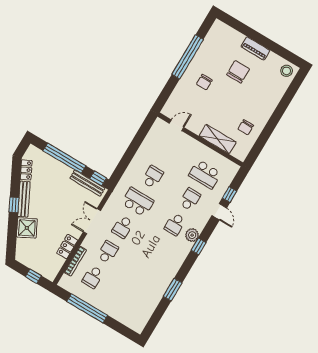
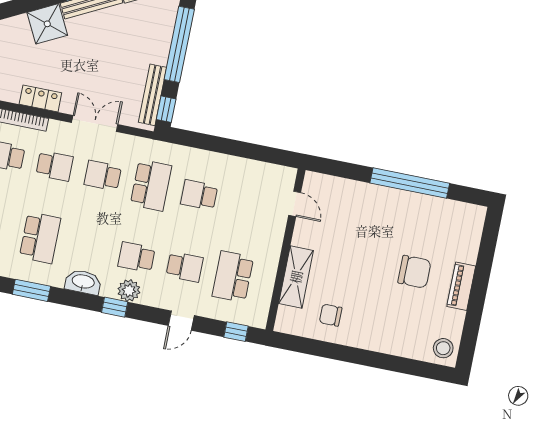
chair: (204, 82) -> (379, 224), removed
school desk: (153, 177) -> (199, 195), turned 180
window: (230, 195) -> (236, 332), moved
washbasin: (178, 259) -> (83, 282), added
school desk: (145, 274) -> (40, 238), added

